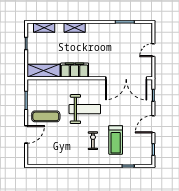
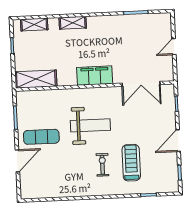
filing cabinet: (75, 70) -> (95, 76), moved
double door: (126, 78) -> (141, 84), width x0.73
treadmill: (116, 140) -> (131, 163), turned 180

